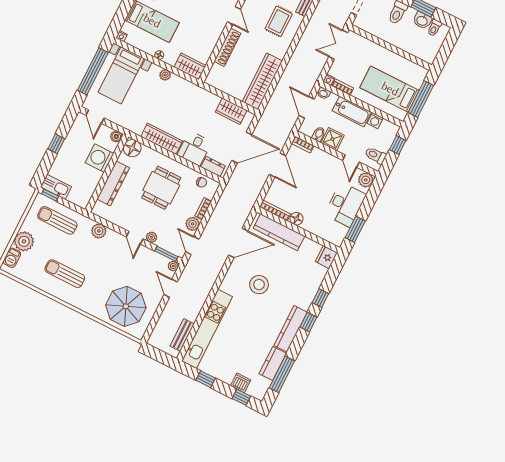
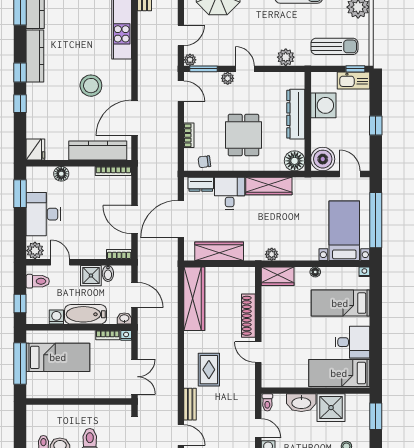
plant: (165, 75) -> (272, 254), moved
wardrobe: (231, 111) -> (219, 251), width x1.50
boiler: (116, 137) -> (323, 159), width x1.86, depth x1.86
washing machine: (99, 158) -> (323, 105), moved
floor lamp: (297, 219) -> (61, 174), moved
plant: (193, 224) -> (192, 114), removed
door: (171, 288) -> (181, 35), hinge flipped

